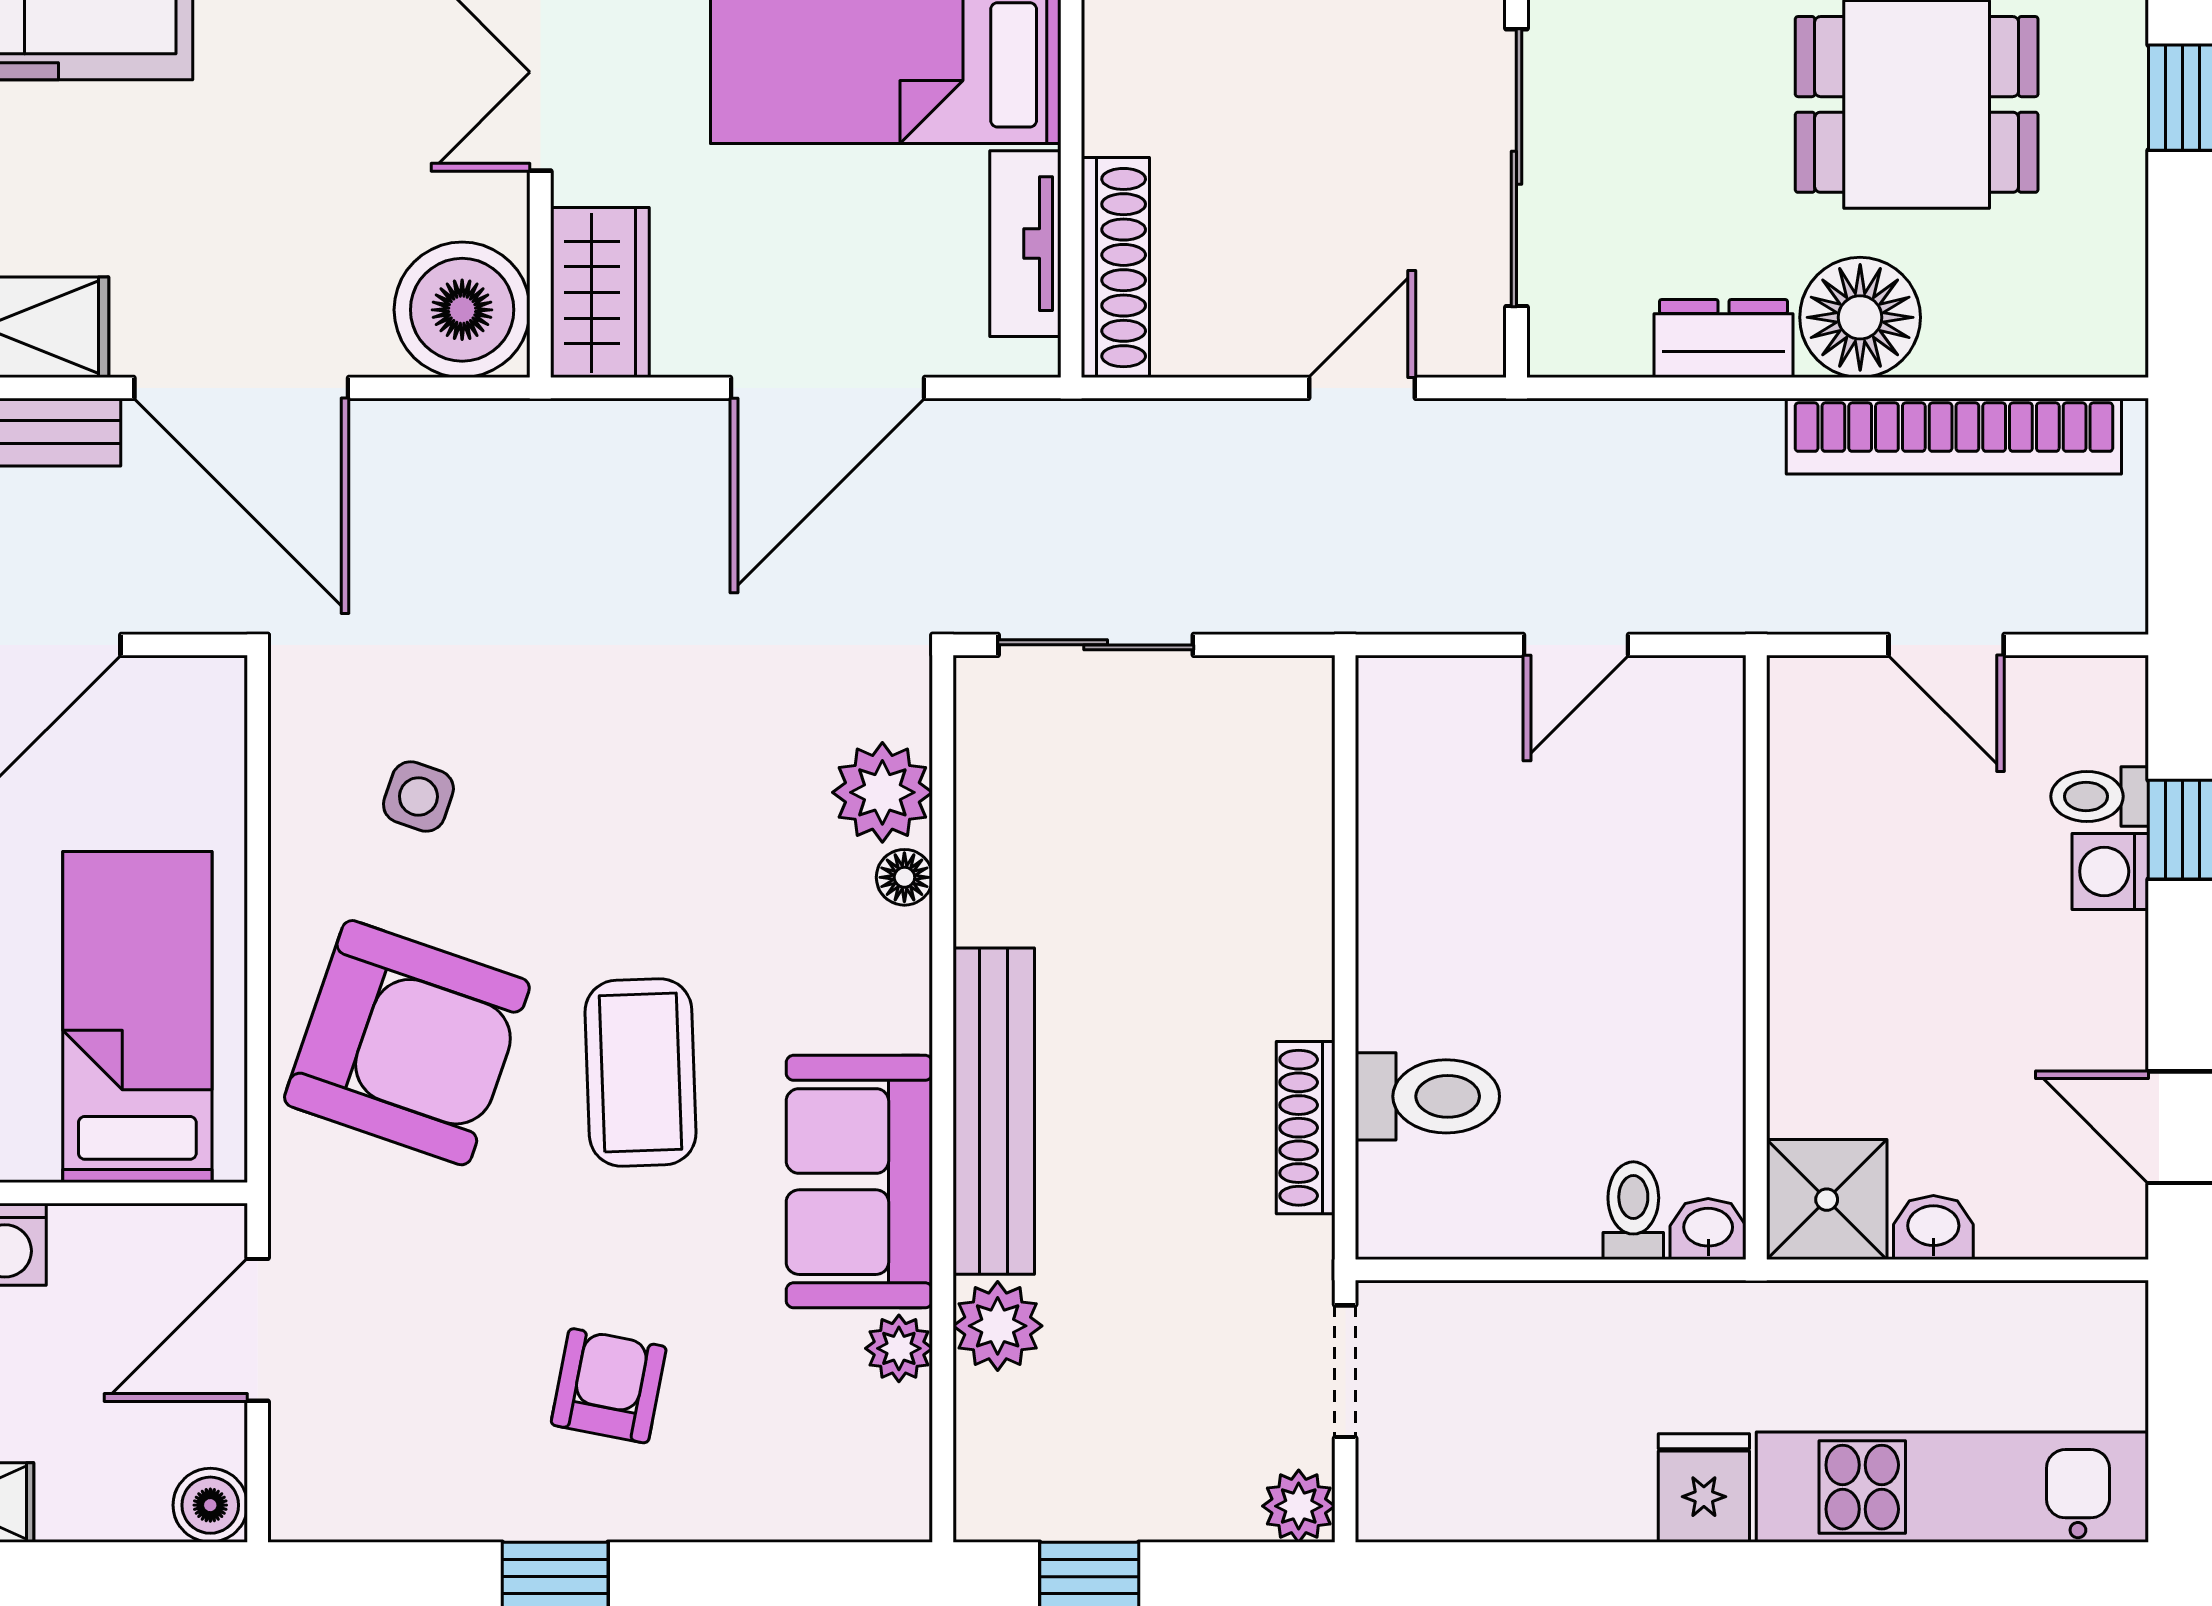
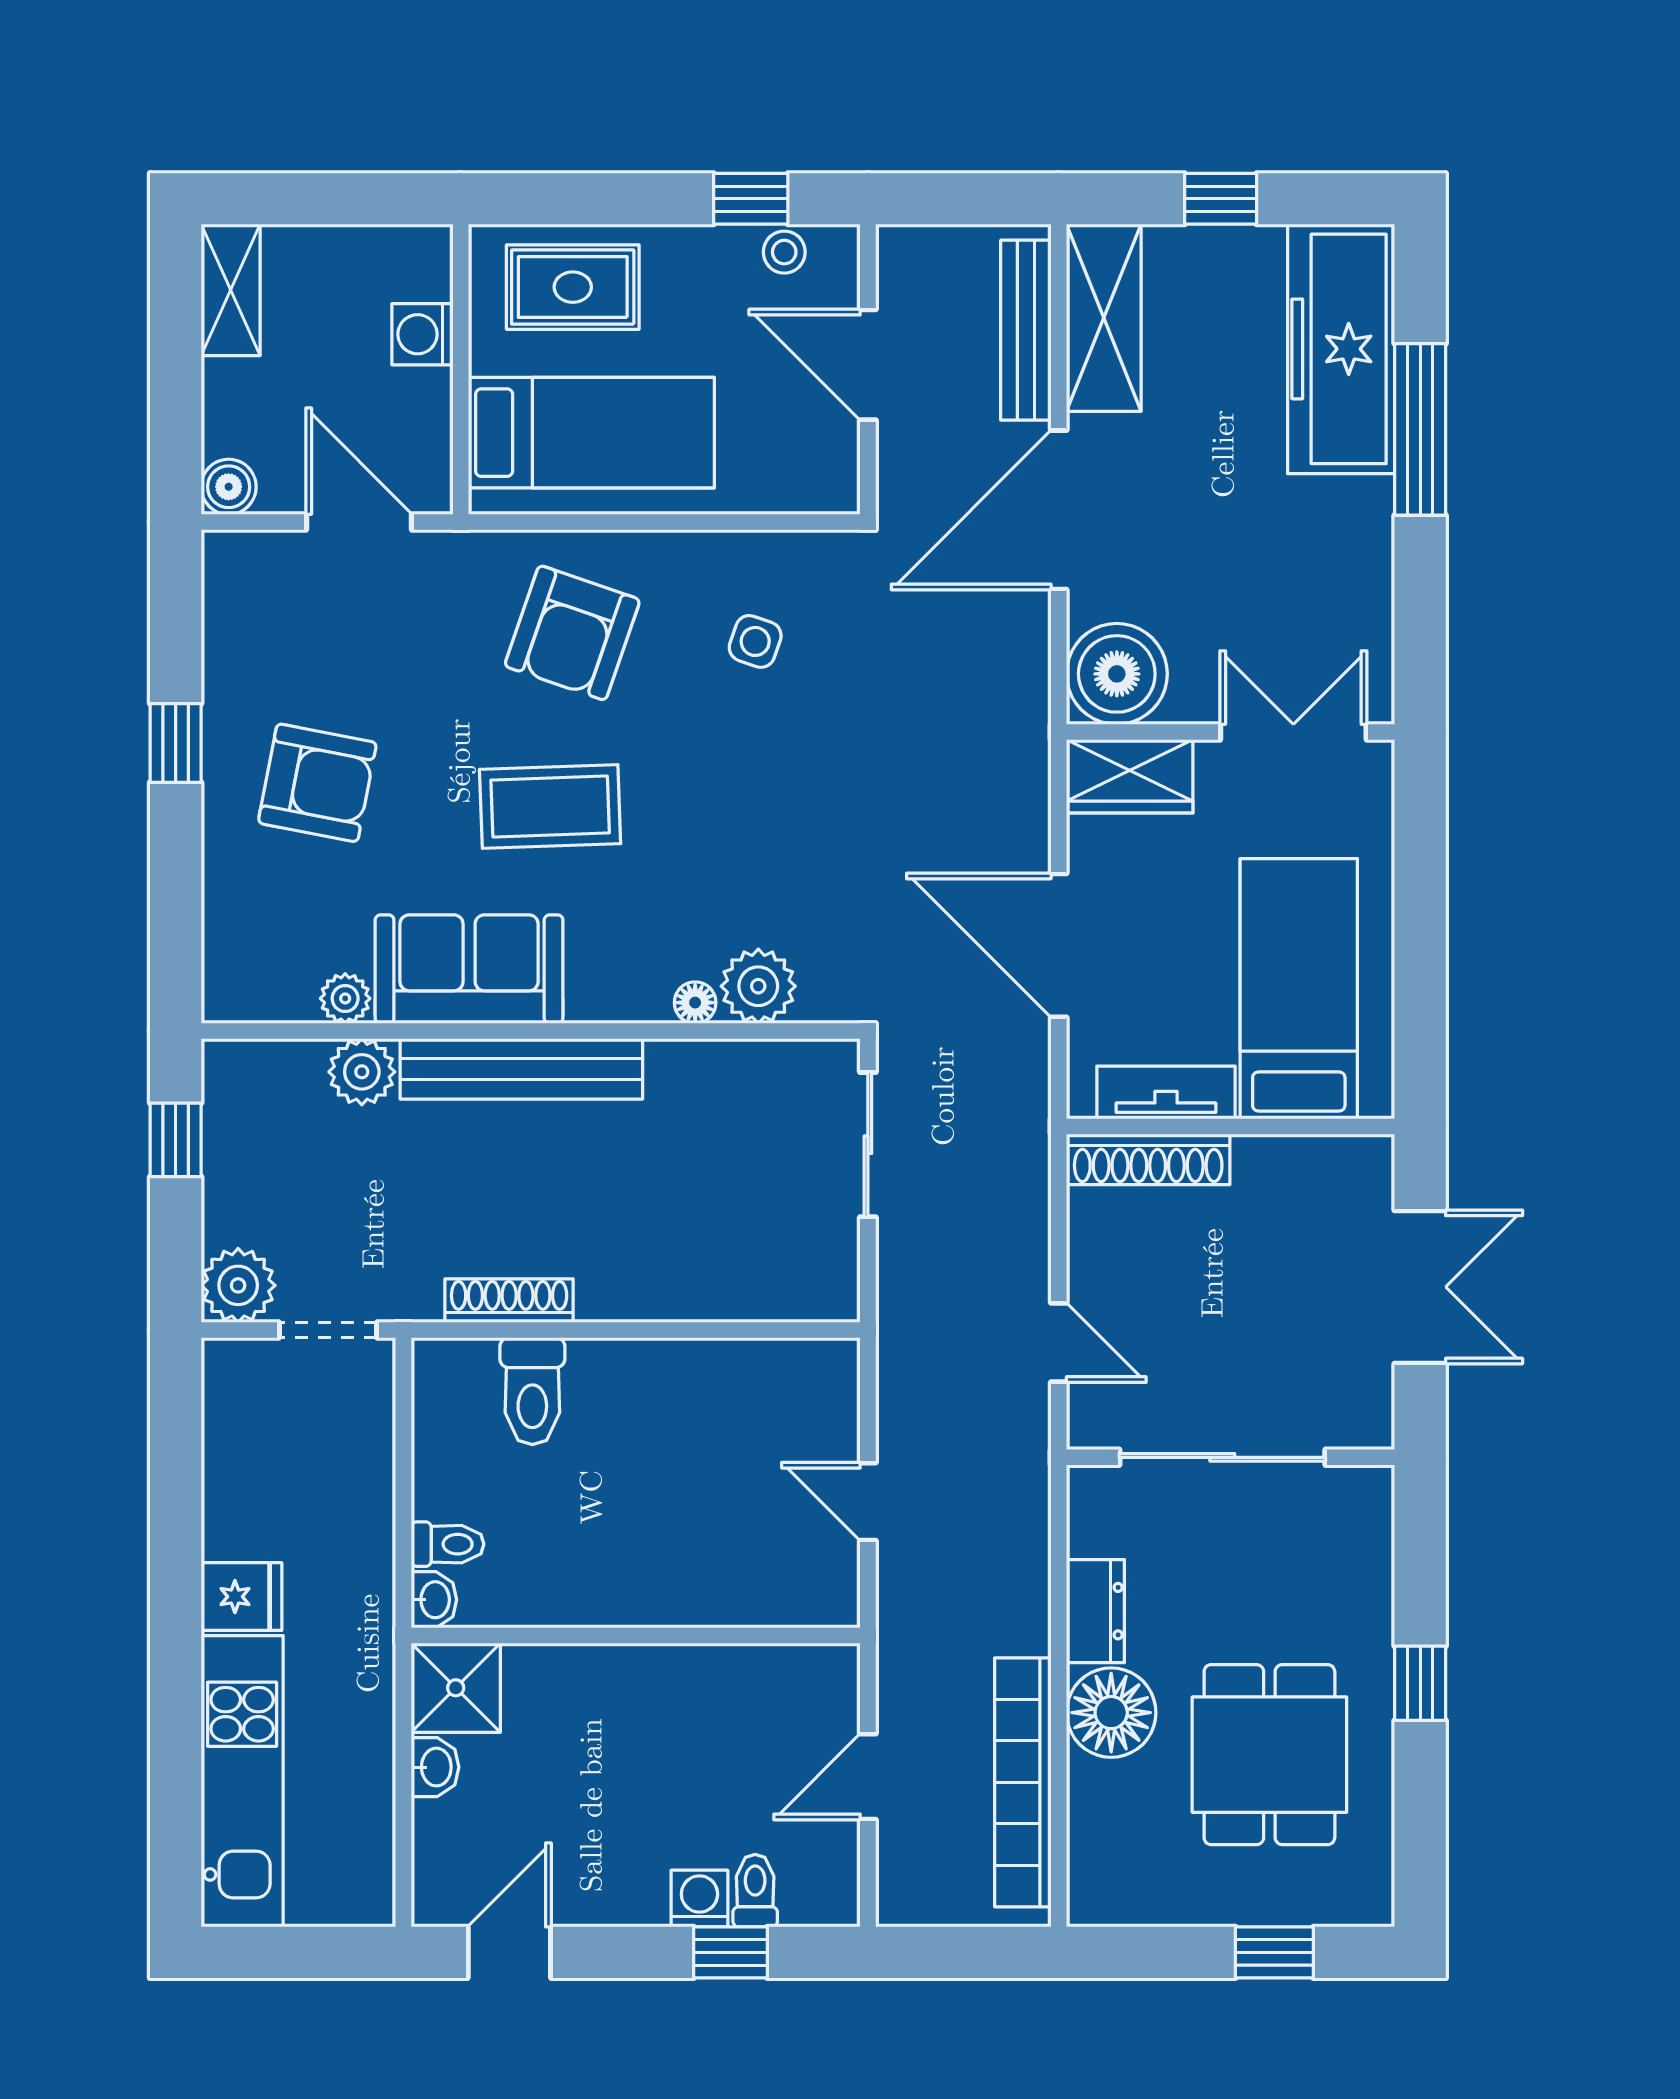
armchair: (407, 1043) -> (572, 633), width x0.73, depth x0.73
armchair: (609, 1386) -> (317, 783), width x1.38, depth x1.38
plant: (1299, 1506) -> (238, 1285), width x1.38, depth x1.38

